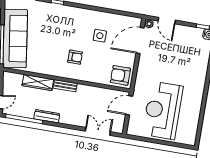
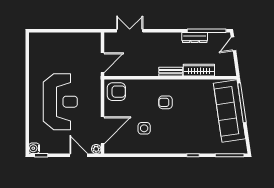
reception desk: (163, 110) -> (60, 102), moved
dresser: (47, 116) -> (195, 38), moved
double door: (98, 131) -> (130, 31), swing flipped

